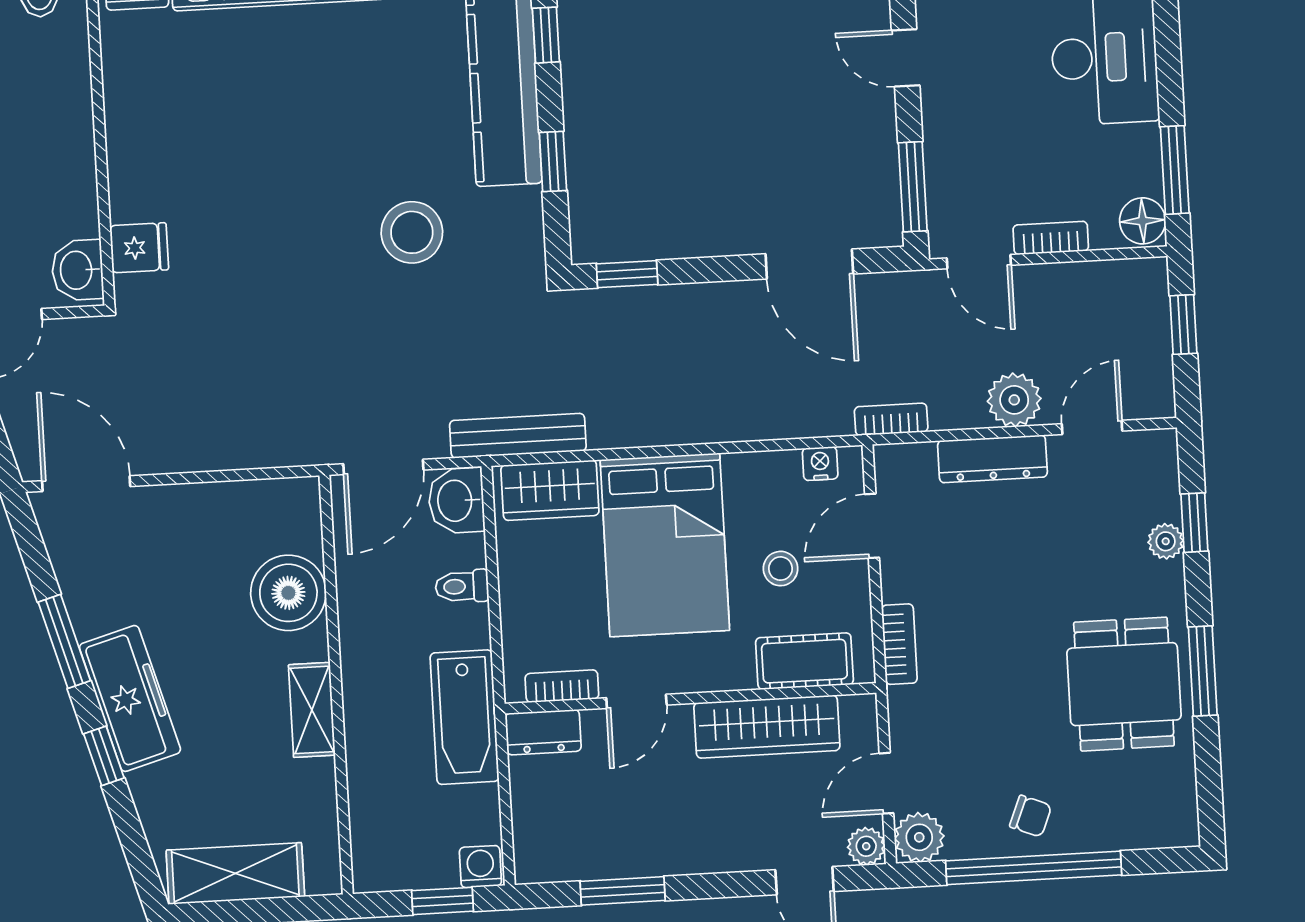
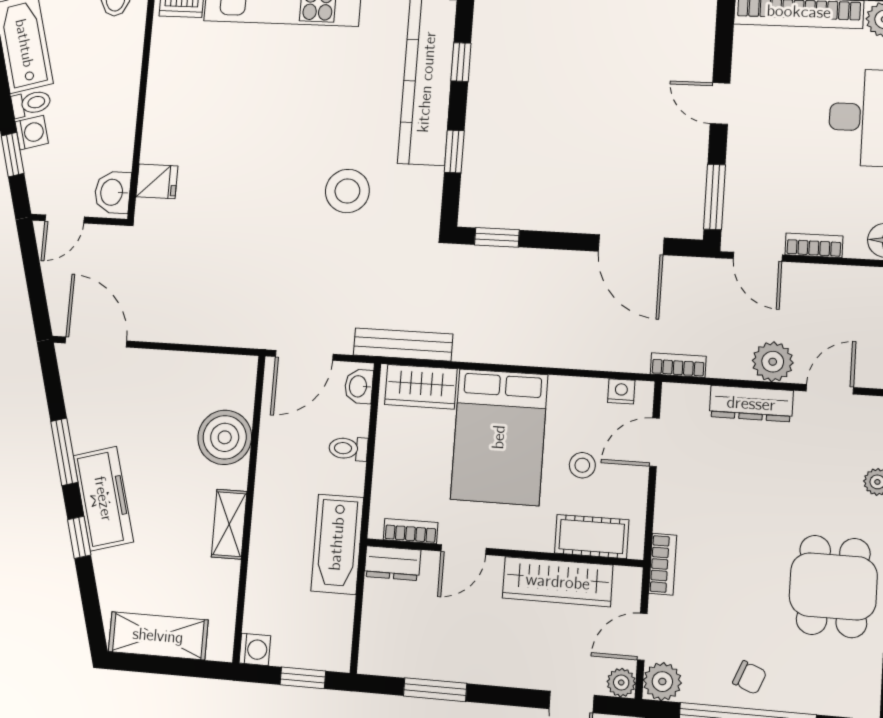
washbasin: (456, 501) -> (359, 386), width x0.72, depth x0.69
bookcase: (899, 644) -> (663, 564), moved
washing machine: (480, 867) -> (255, 649), moved, turned 90

